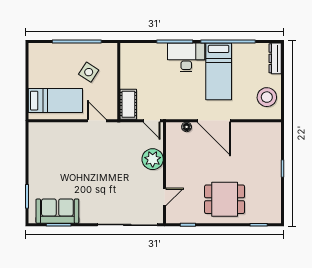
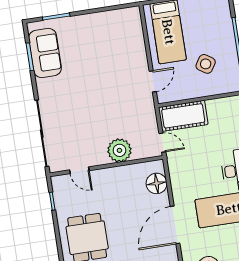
cot: (128, 104) -> (183, 116), width x1.37, depth x1.34
door: (152, 121) -> (162, 143), swing flipped
door: (214, 121) -> (175, 225), moved
floor lamp: (187, 127) -> (157, 183), width x1.89, depth x1.89

